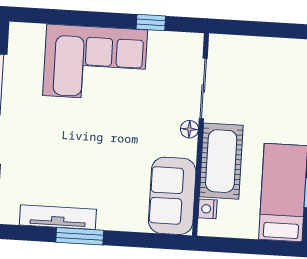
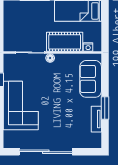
sofa: (172, 196) -> (91, 79), moved, turned 90
tv unit: (58, 217) -> (96, 119), width x0.71

